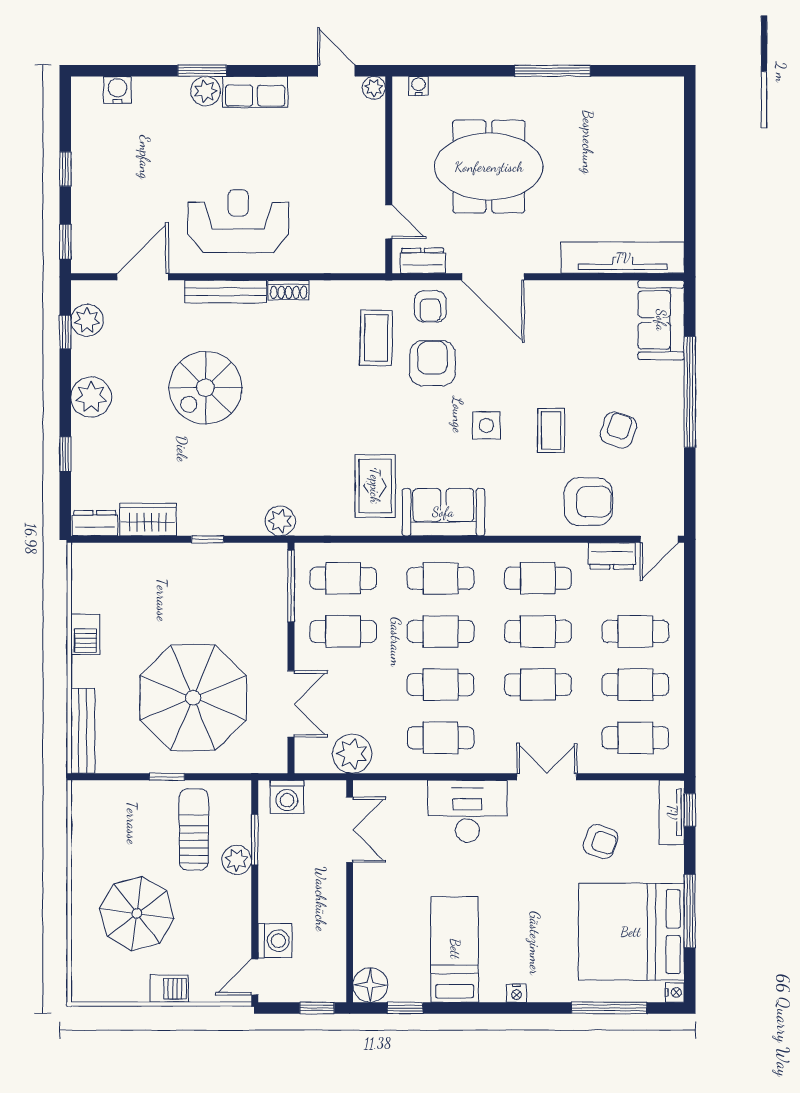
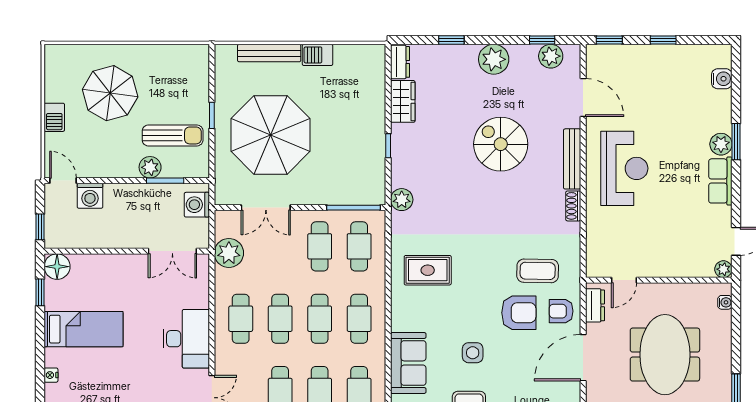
sofa: (443, 512) -> (408, 363), moved
bench: (83, 731) -> (269, 53), moved

